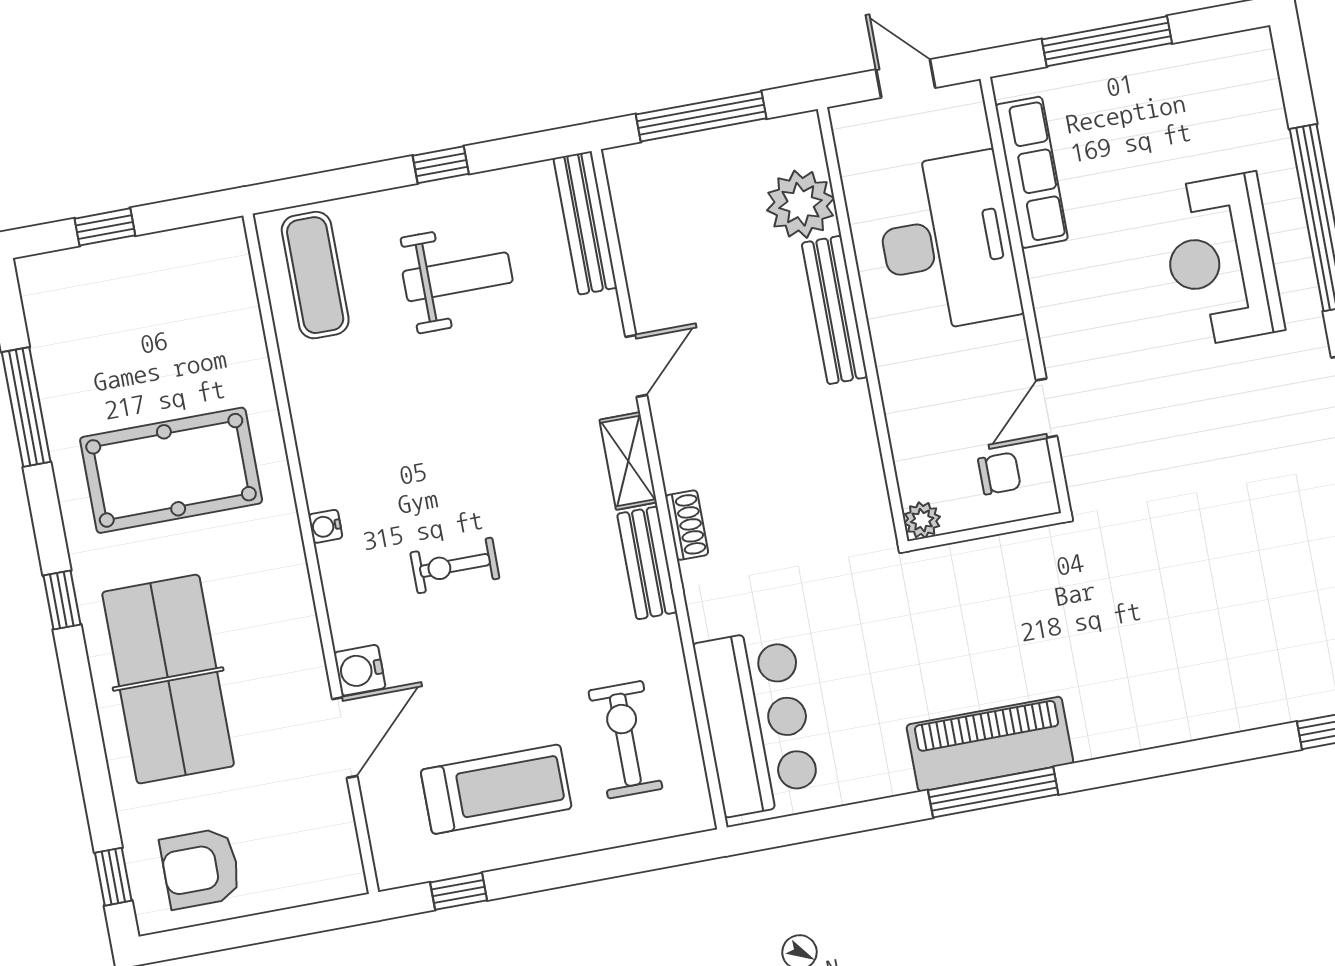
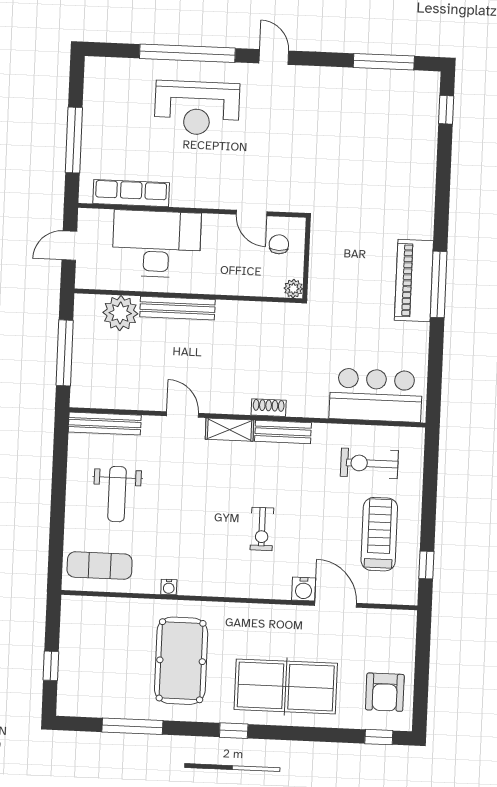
window: (441, 165) -> (59, 490), removed
weight bench: (458, 277) -> (117, 494), turned 180
water cooler: (325, 526) -> (169, 587), moved

